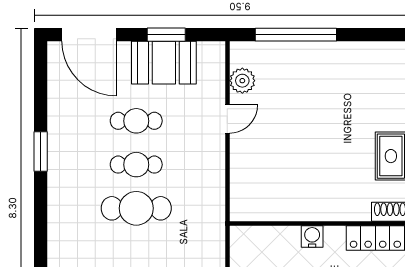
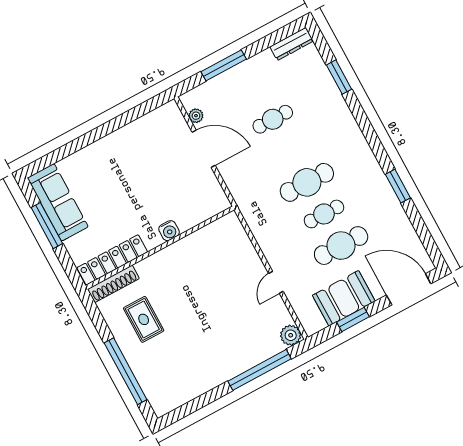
plant: (242, 81) -> (291, 335), moved
cafe table: (136, 121) -> (341, 246), width x1.37, depth x1.35

